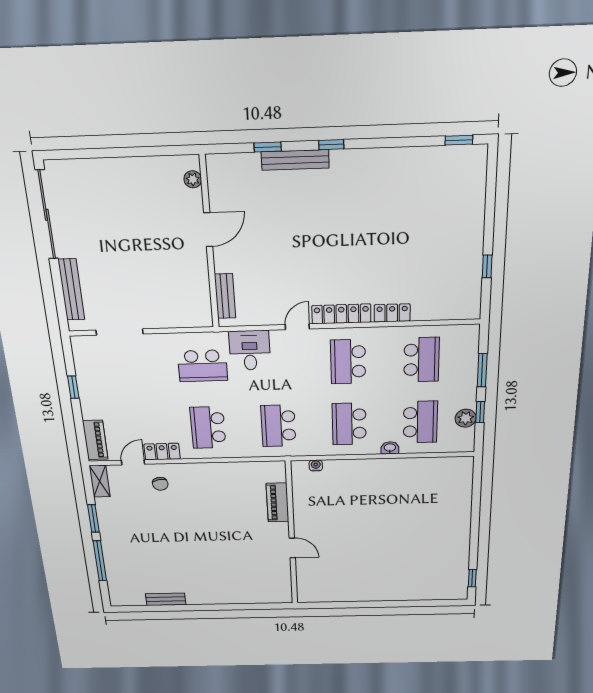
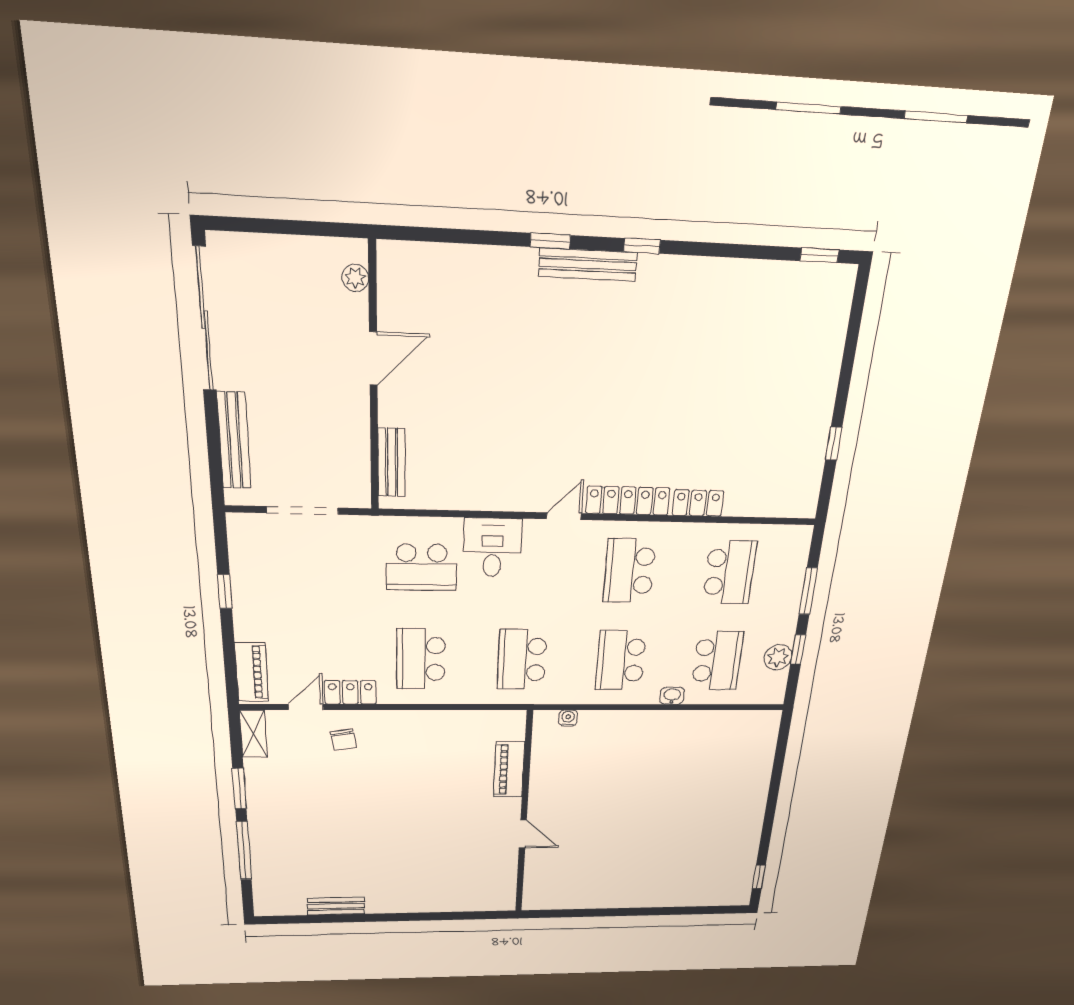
plant: (193, 179) -> (355, 278), moved
door: (208, 230) -> (373, 359), moved
wall: (209, 244) -> (374, 381), moved
bench: (225, 296) -> (392, 462), moved

